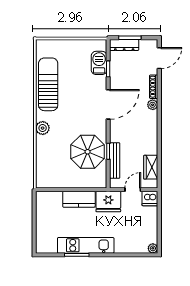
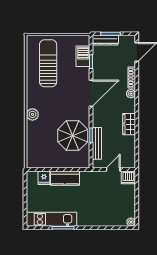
sun lounger: (48, 84) -> (48, 63), moved
wardrobe: (151, 167) -> (129, 124), moved
fridge: (108, 202) -> (44, 178), moved, width x0.53, depth x0.75
kitchen unit: (86, 245) -> (51, 219), moved

